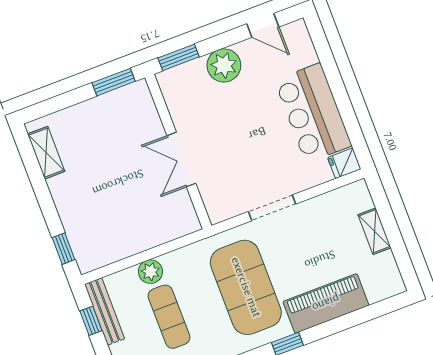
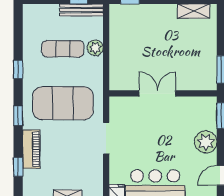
piano: (326, 303) -> (31, 149), width x0.73, depth x0.75
window: (360, 316) -> (18, 167), added

